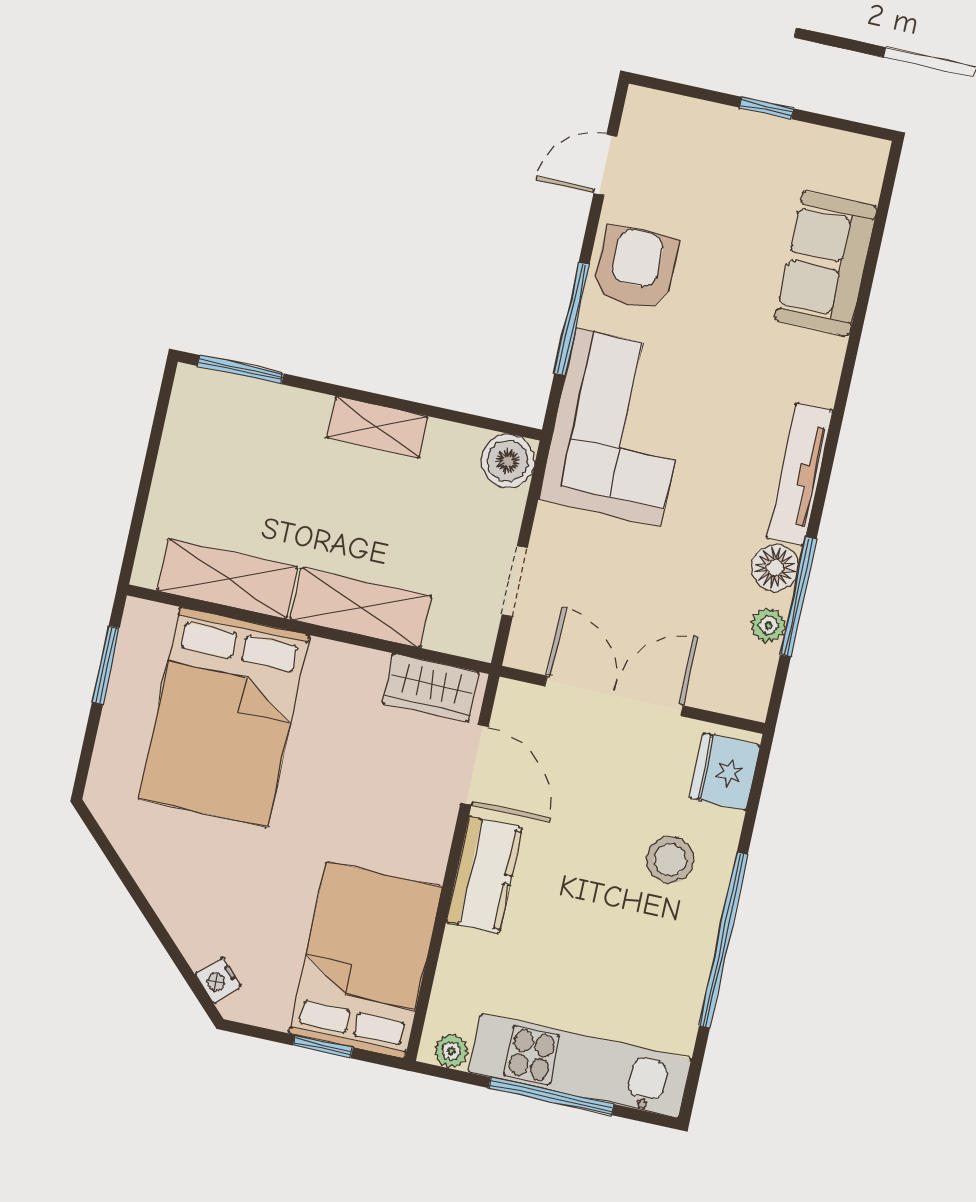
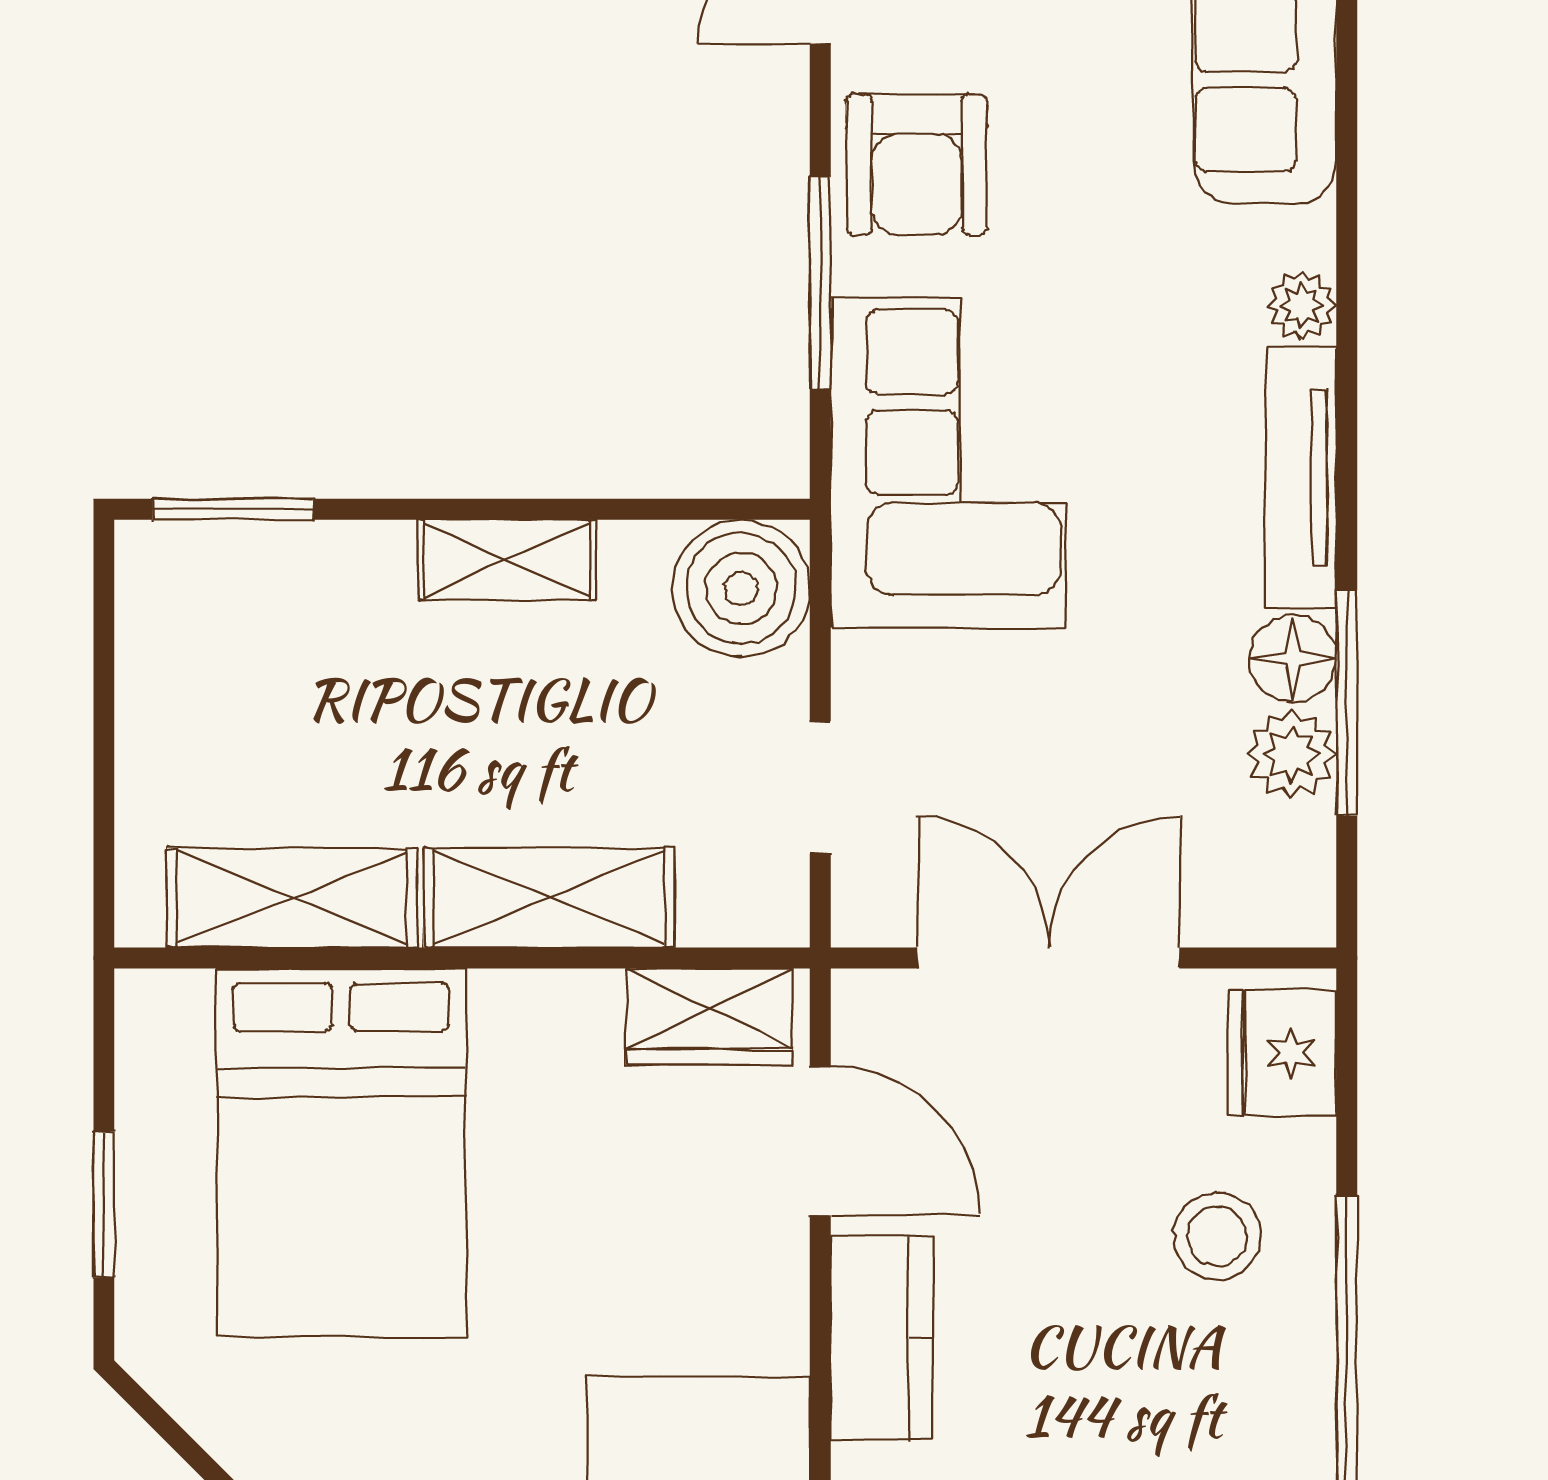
armchair: (635, 268) -> (917, 165), turned 180
plant: (820, 385) -> (1302, 306), added
boiler: (508, 461) -> (741, 588), width x1.37, depth x1.37
plant: (769, 625) -> (1292, 754), width x1.38, depth x1.38
window: (106, 665) -> (104, 1204), moved

